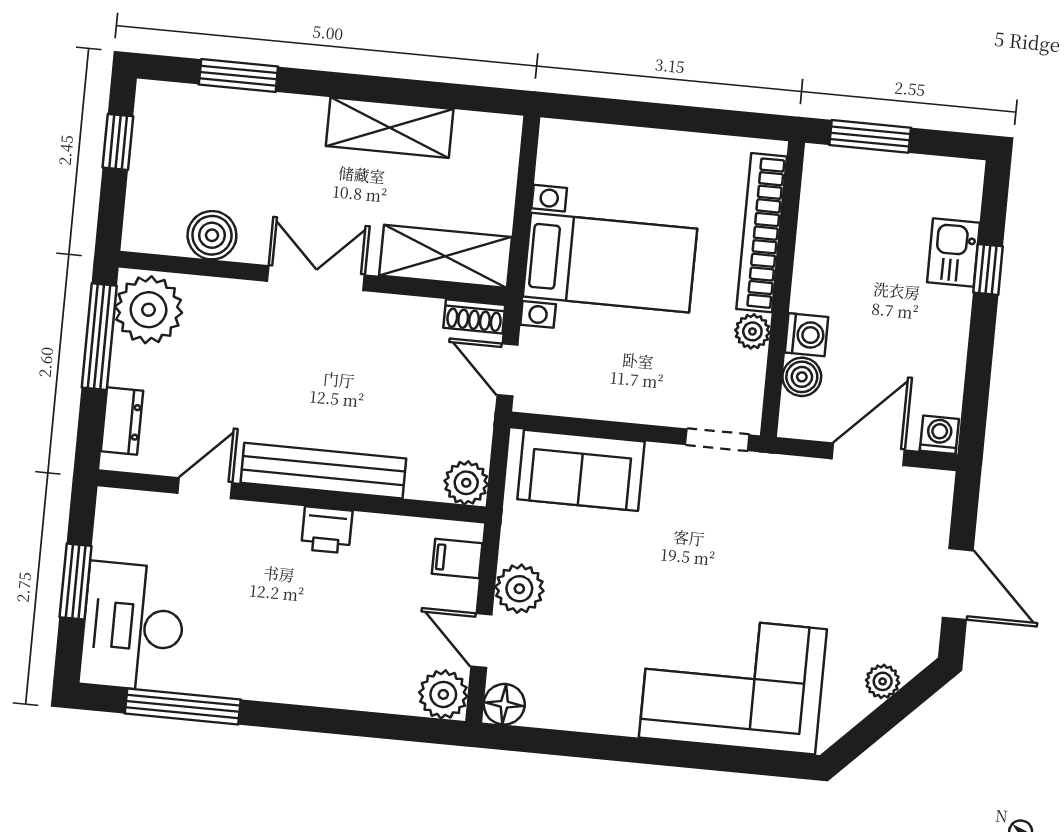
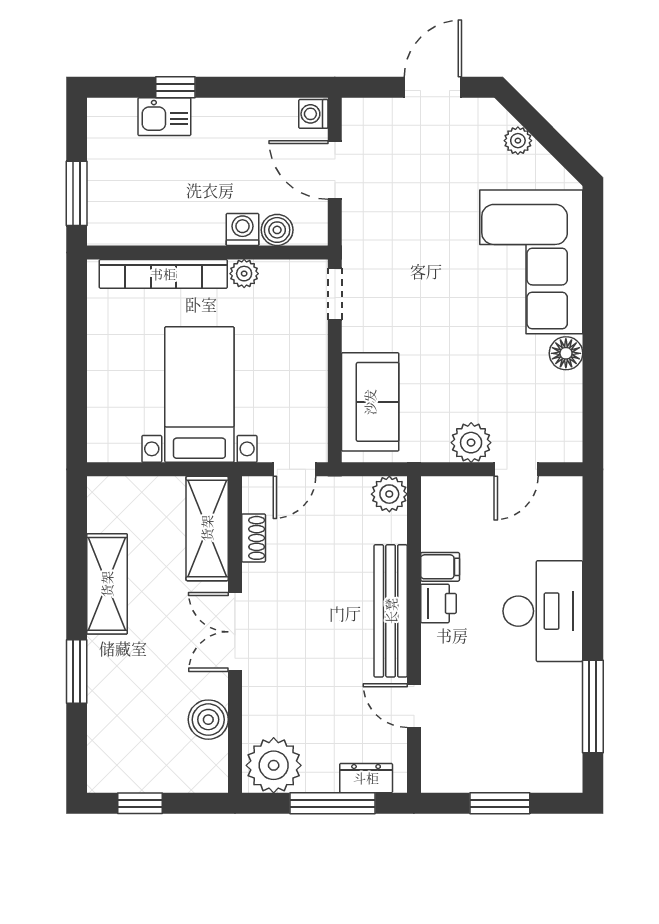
window: (238, 76) -> (77, 672), moved
shoe rack: (474, 316) -> (254, 538), moved
window: (99, 337) -> (333, 803), moved
filing cabinet: (457, 559) -> (440, 567), moved, turned -90
desk: (133, 627) -> (543, 611), moved, turned -90
plant: (443, 694) -> (563, 496), removed
floor lamp: (504, 704) -> (566, 353), moved

